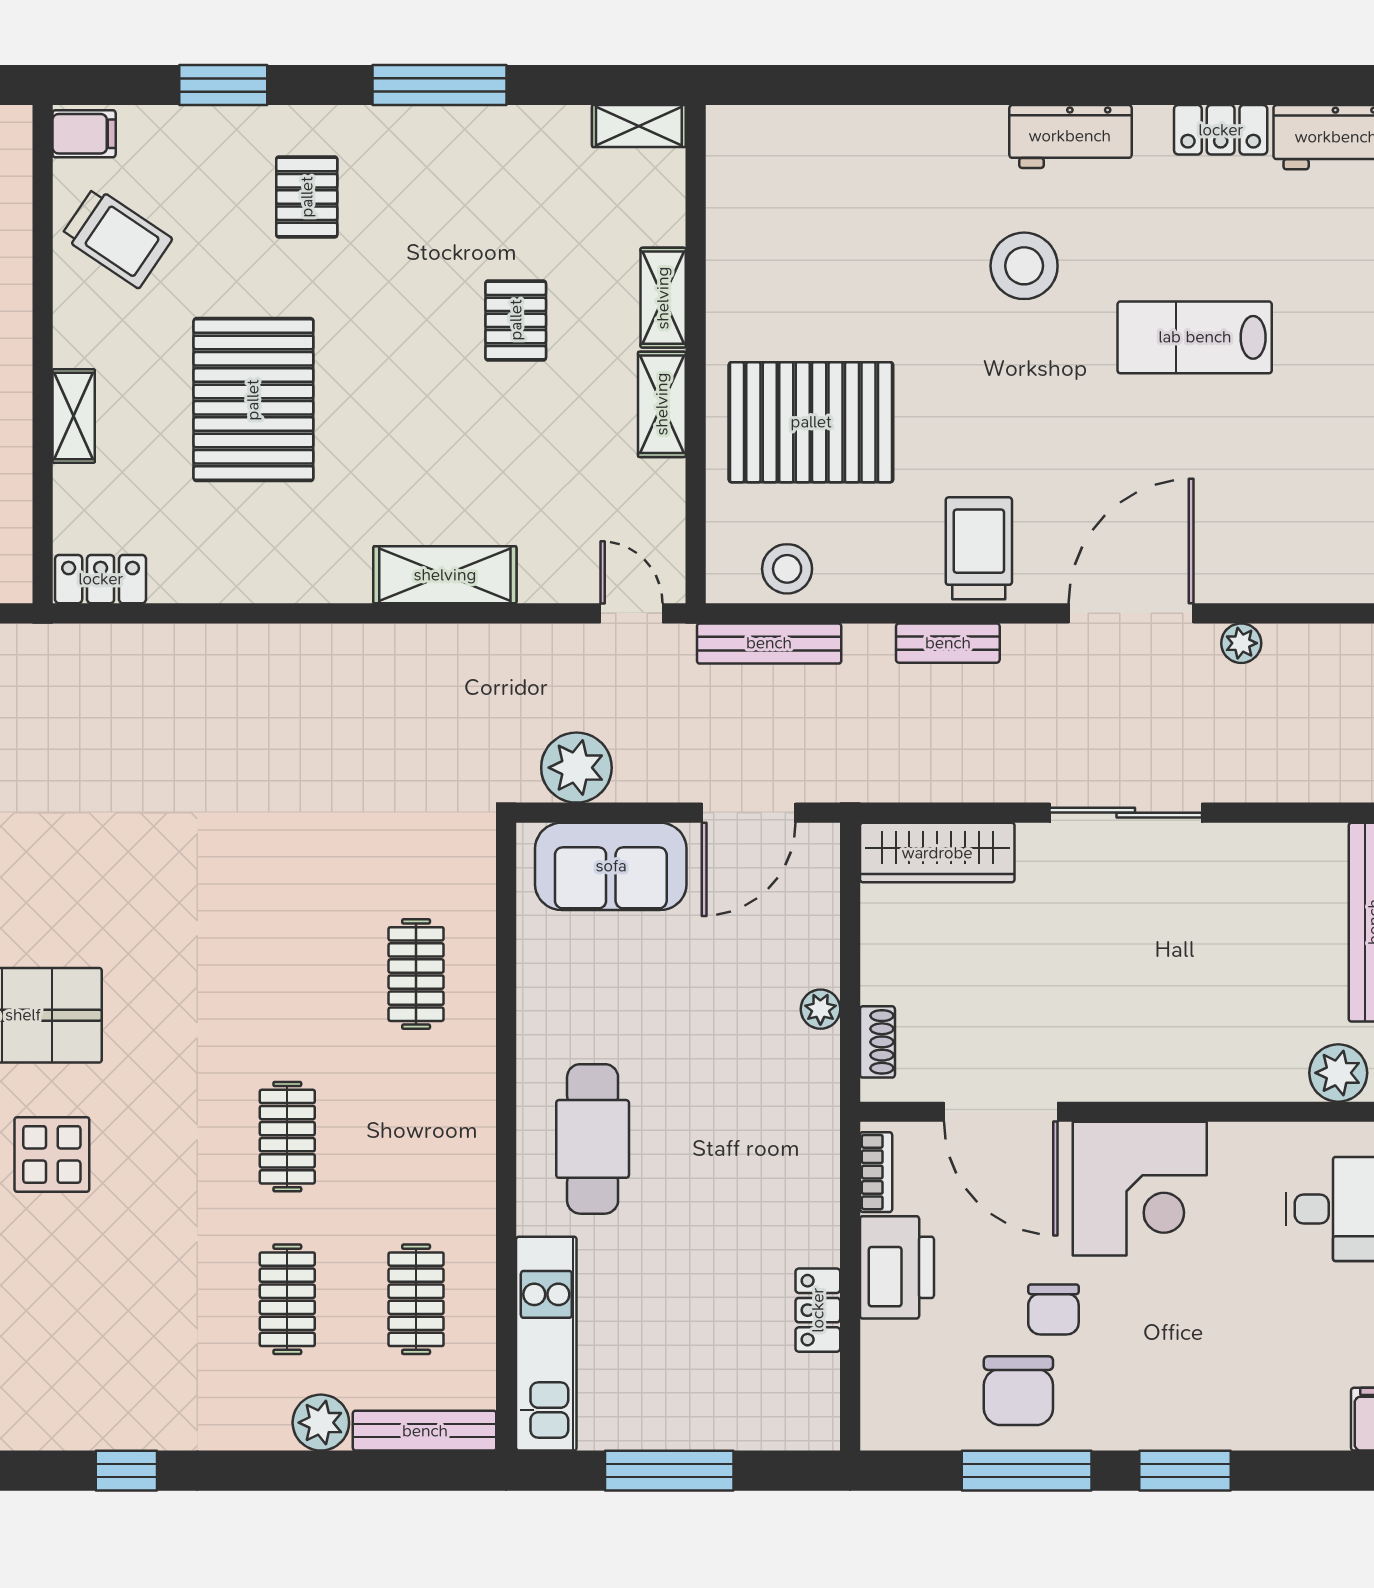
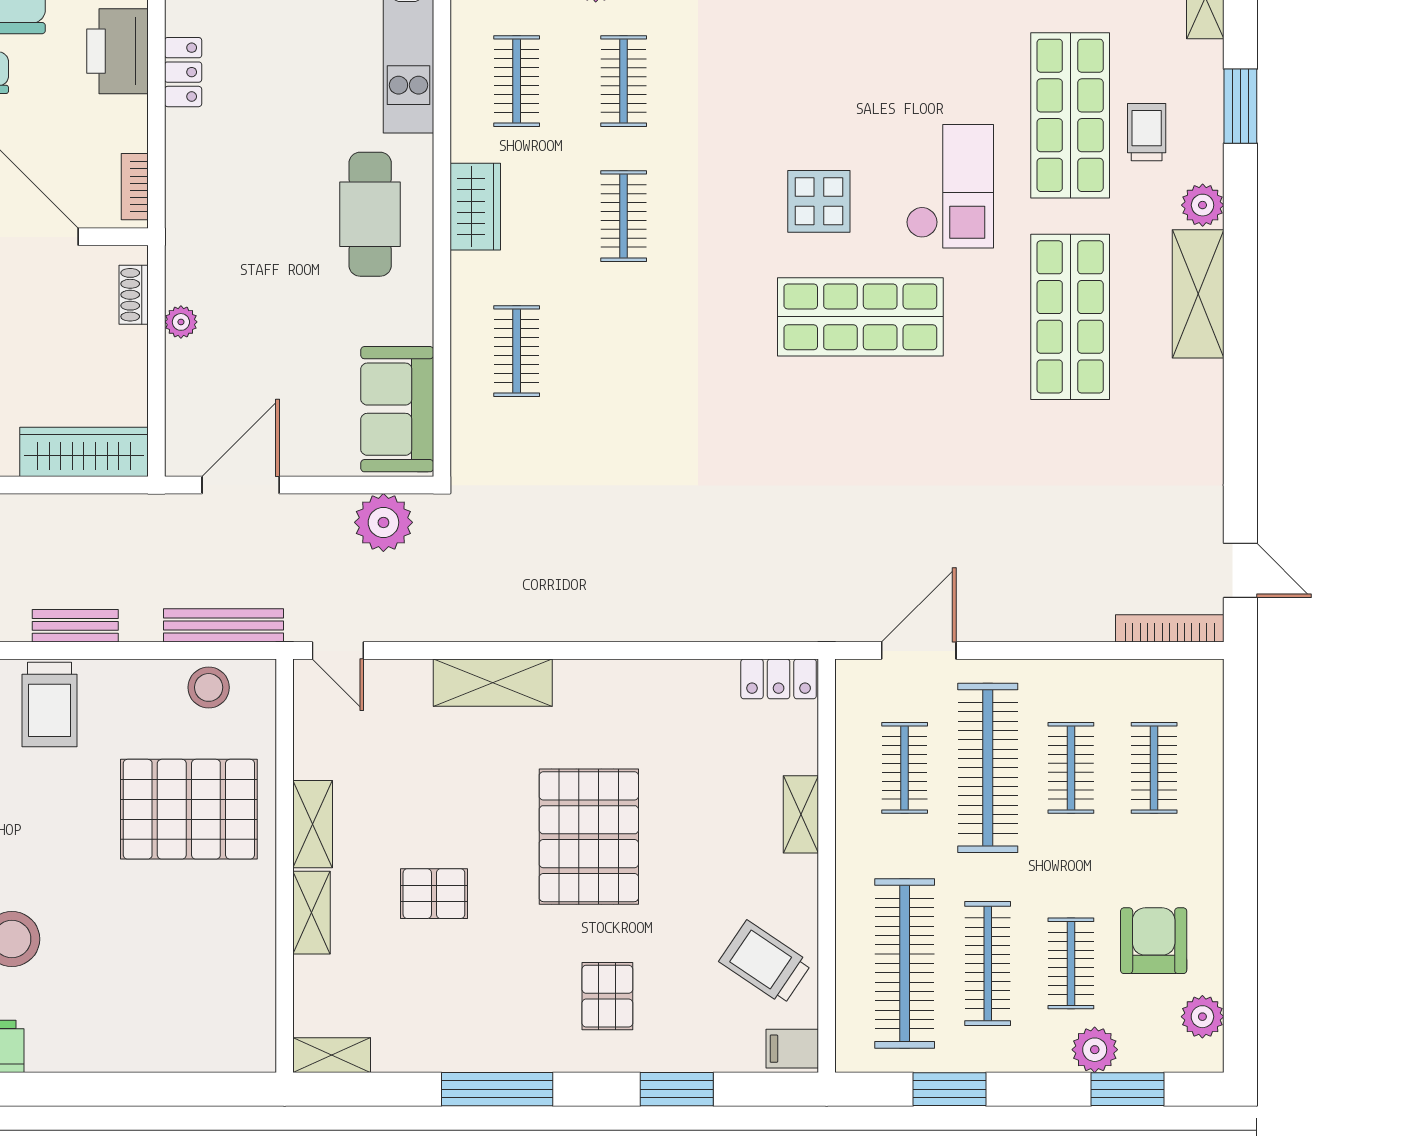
pallet: (516, 320) -> (434, 894), turned 90
pallet: (253, 400) -> (589, 837), moved
sofa: (611, 866) -> (397, 409), moved, turned -90
wardrobe: (466, 1148) -> (475, 207), added
printer: (897, 1267) -> (117, 51), moved

